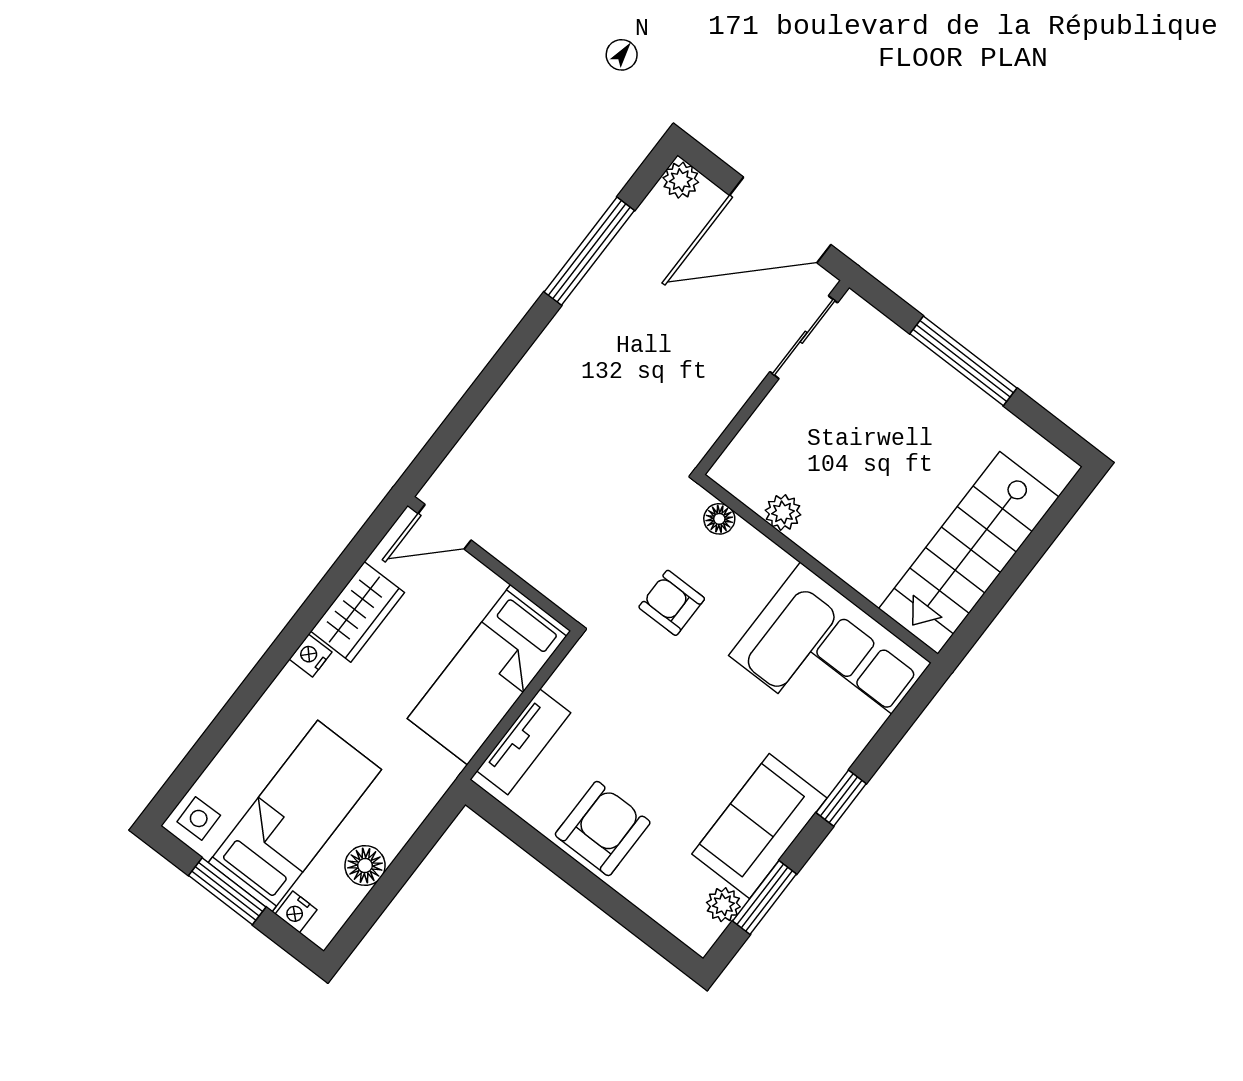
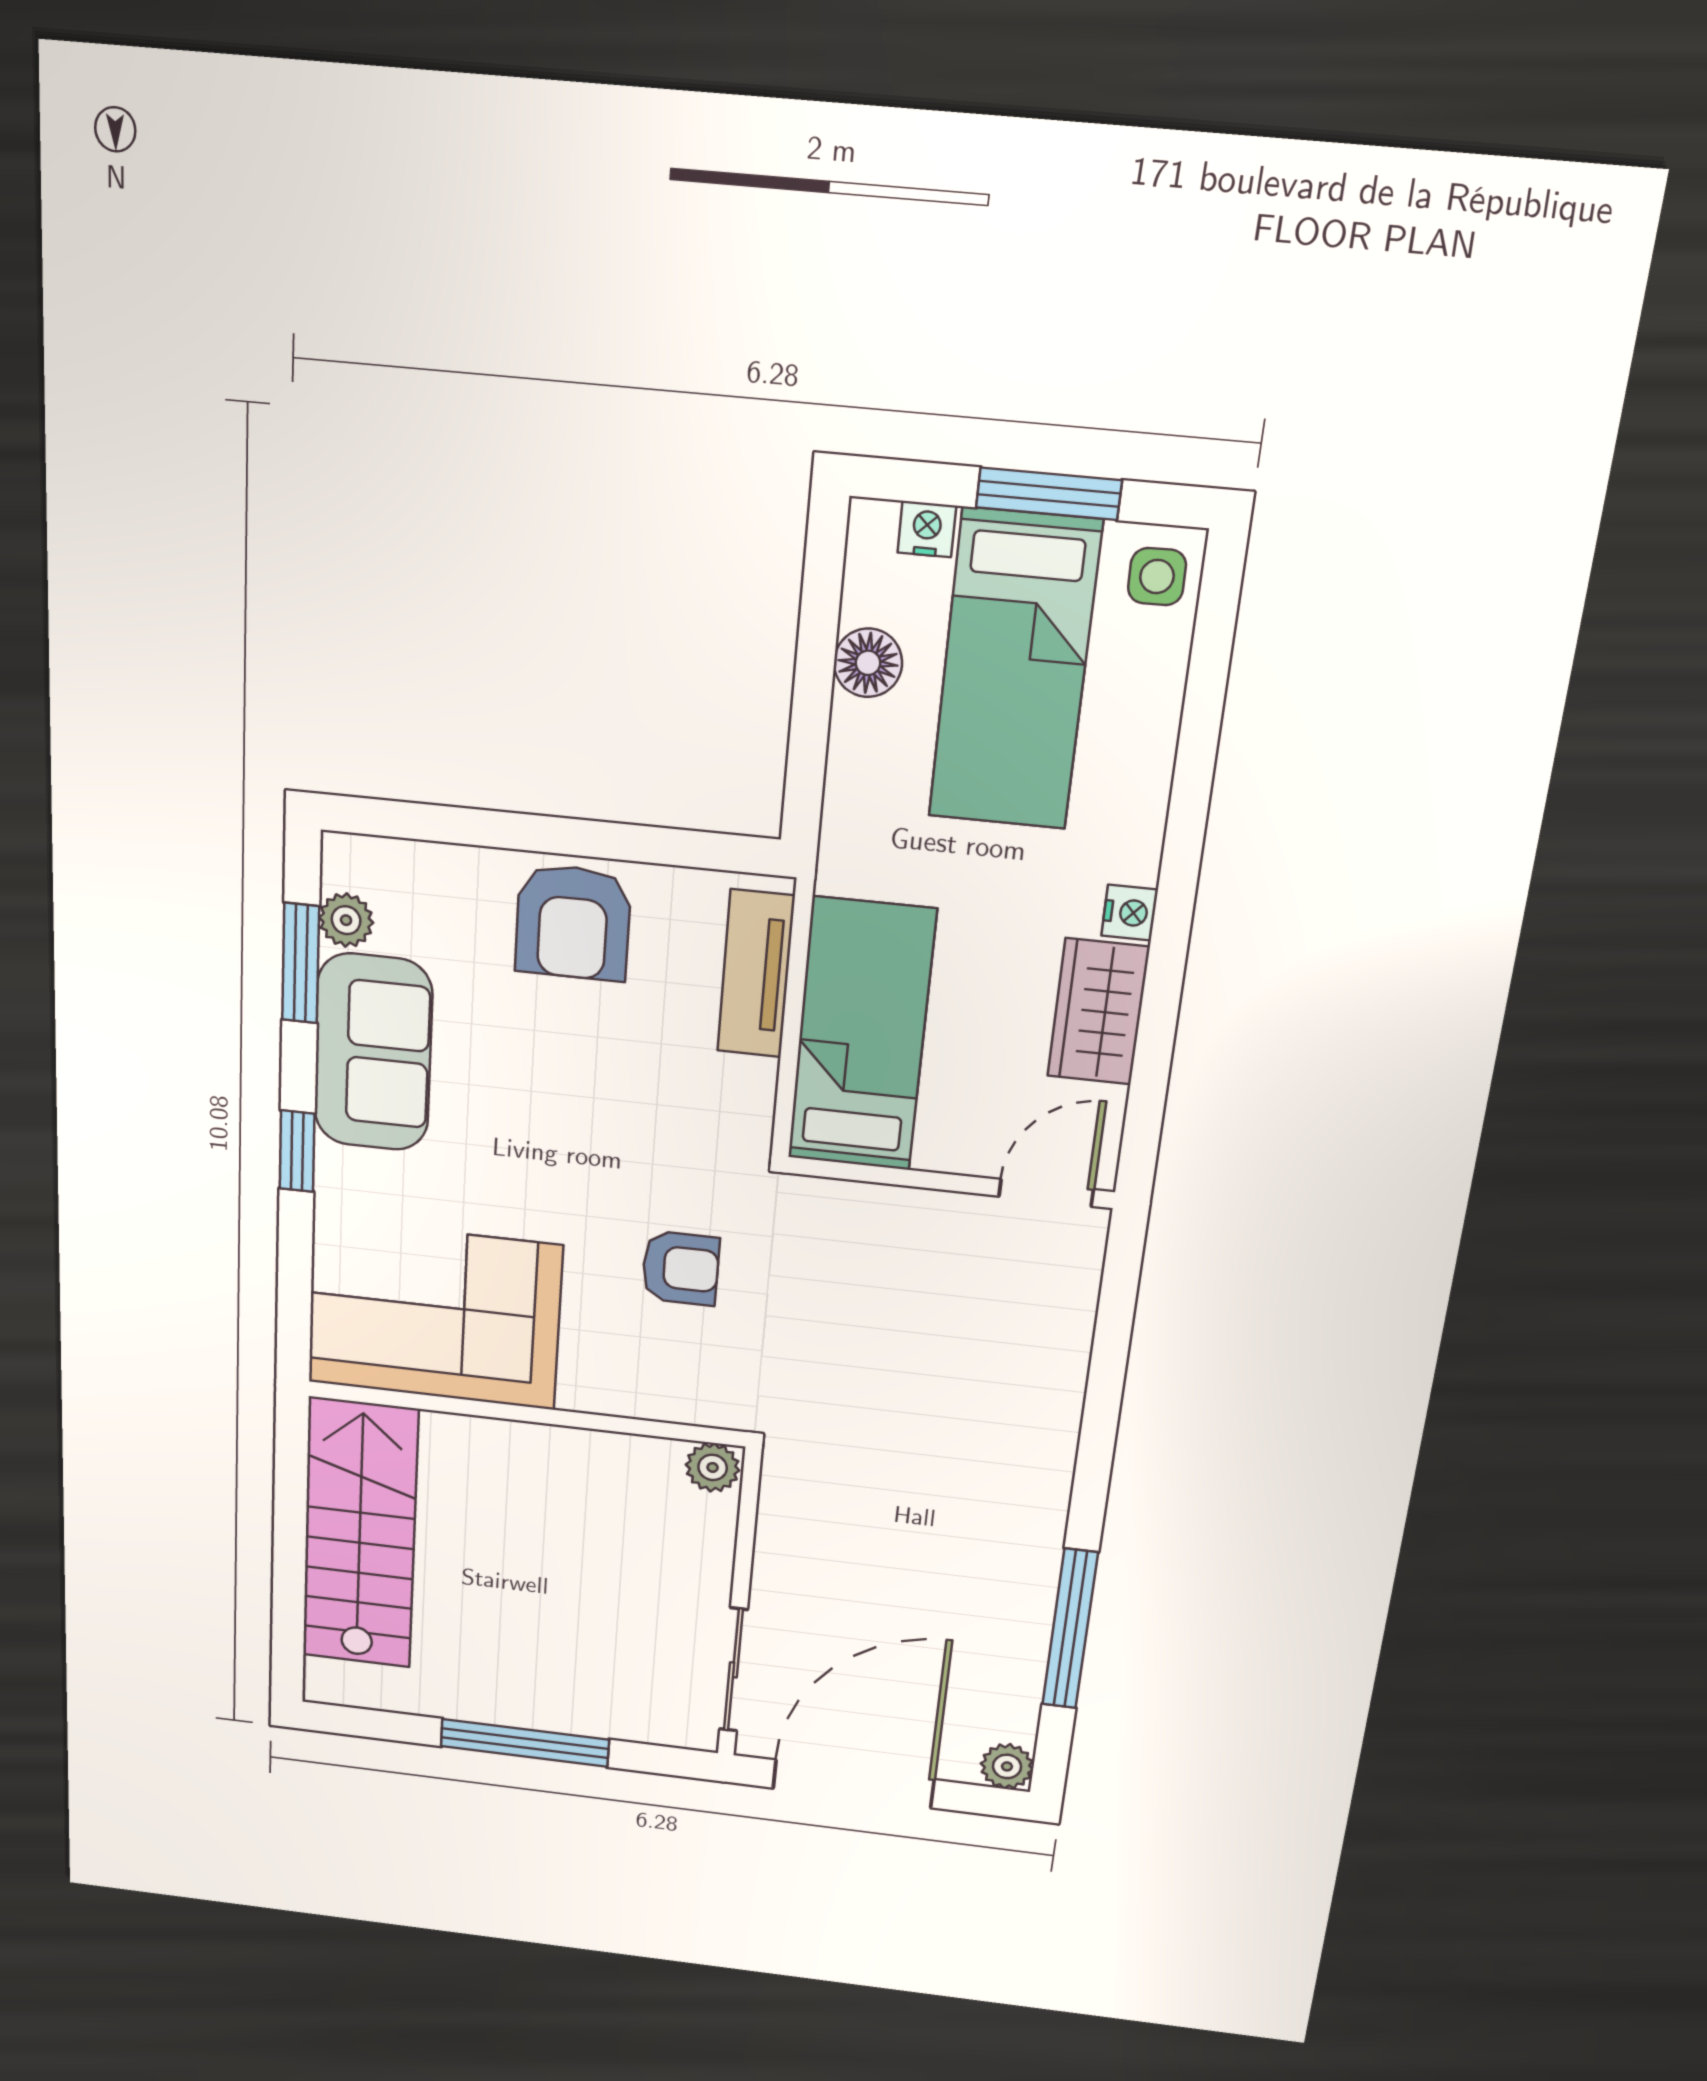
plant: (783, 512) -> (713, 1467), moved
floor lamp: (719, 519) -> (691, 1404), removed

